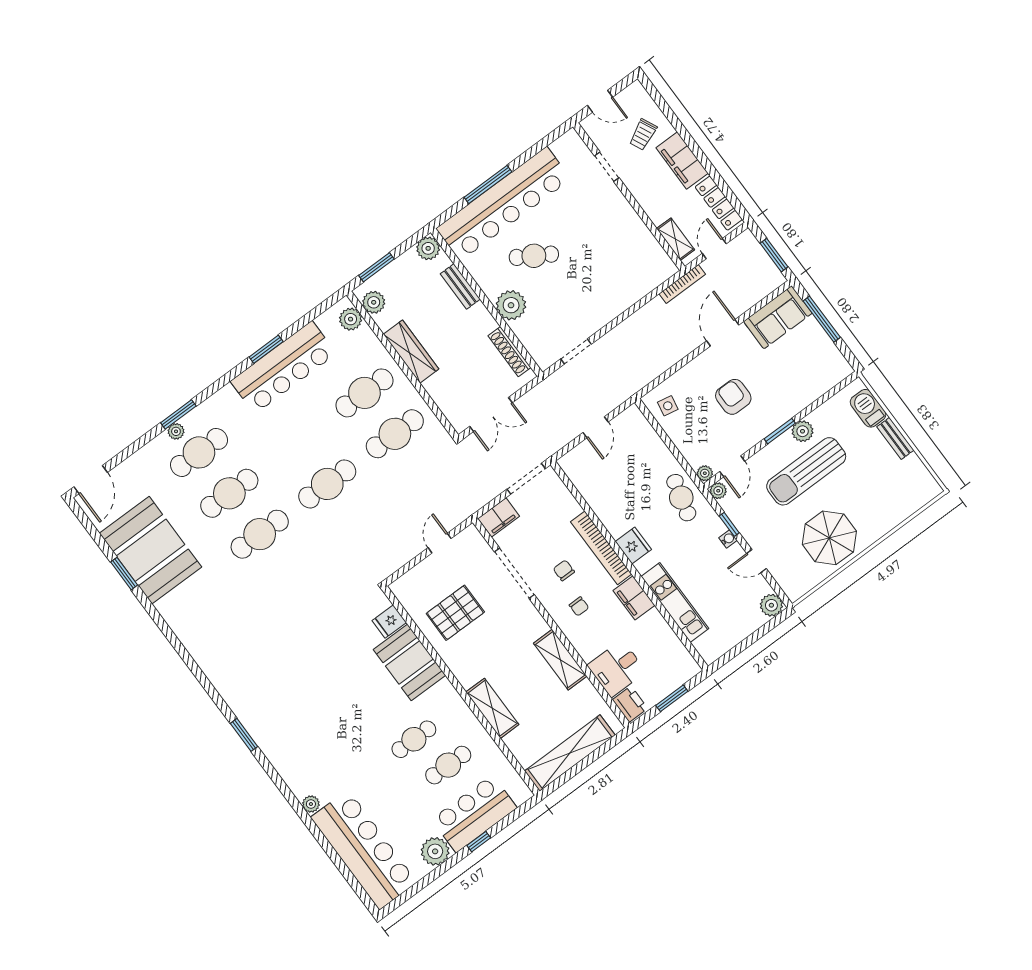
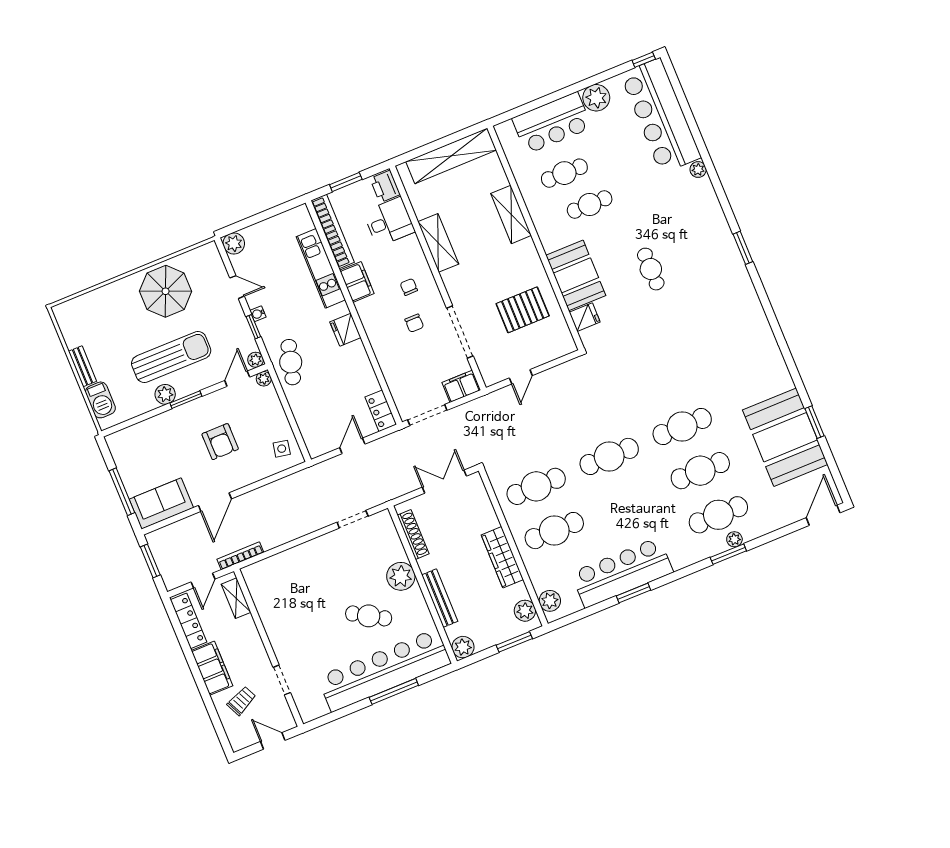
bench: (460, 286) -> (440, 598), width x1.36
locker: (575, 471) -> (381, 411), added
bookcase: (601, 548) -> (333, 231), moved
cafe table: (334, 689) -> (651, 269), added
window: (479, 842) -> (644, 60), moved

